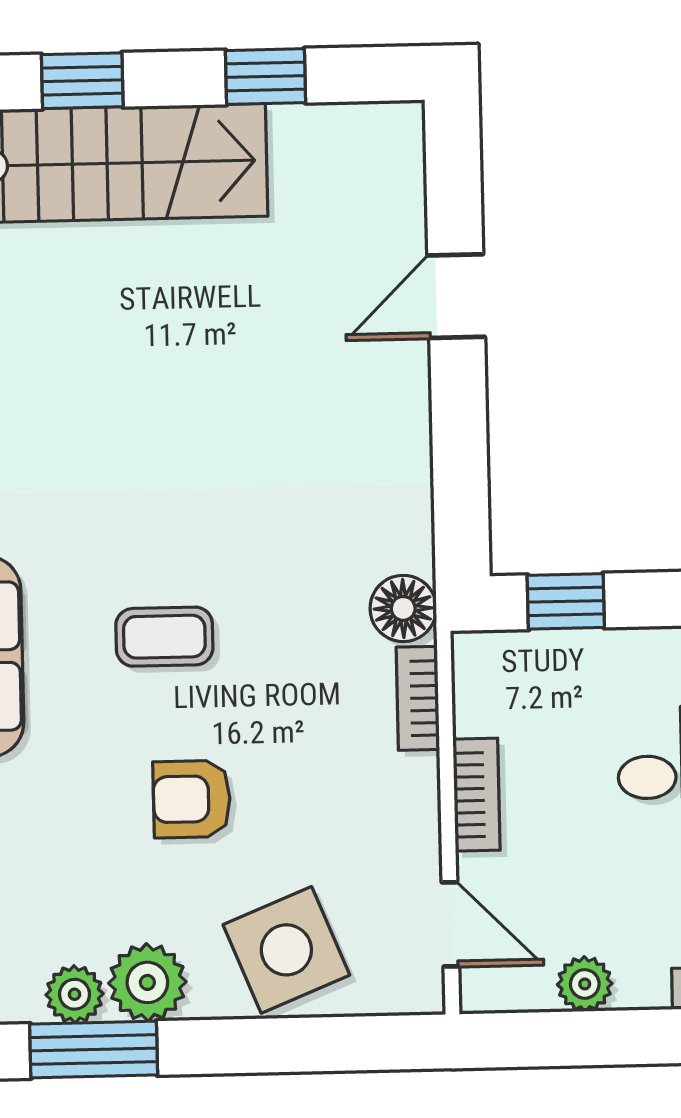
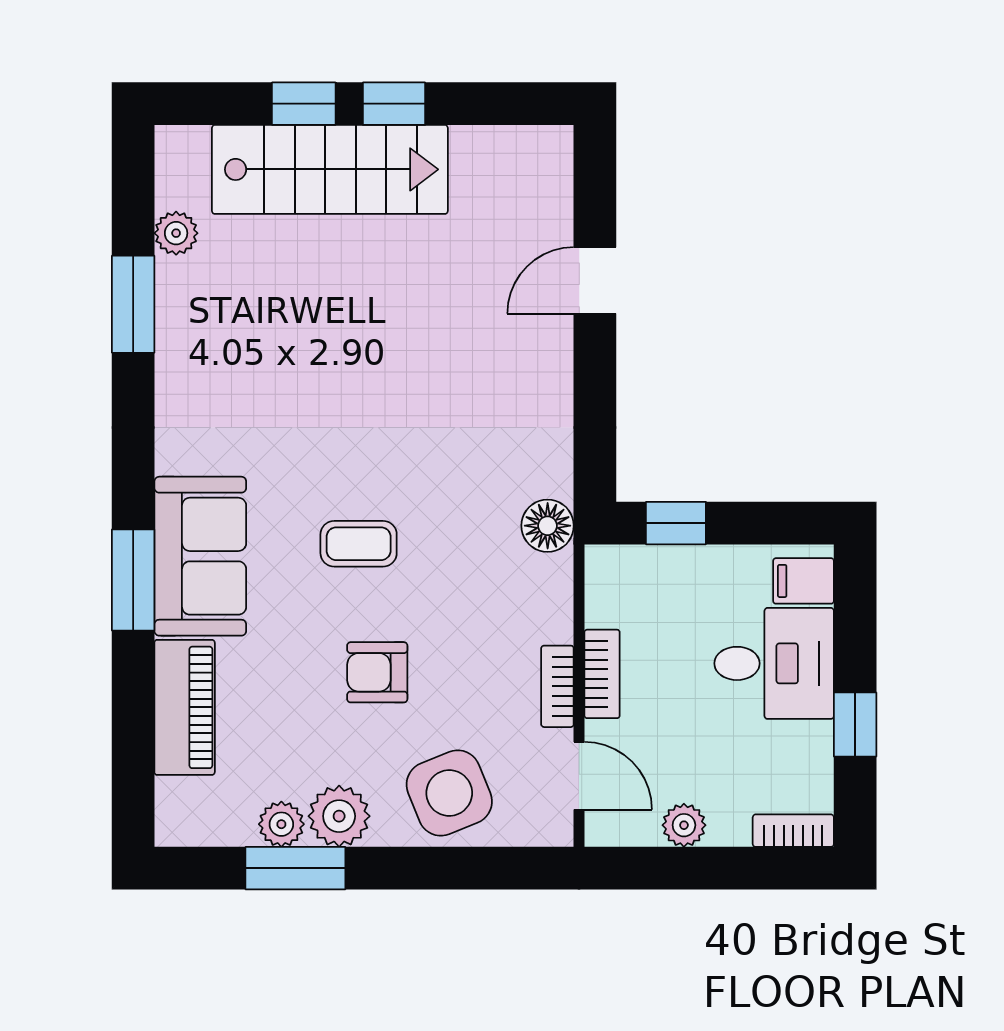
window: (266, 77) -> (394, 104), moved
bookcase: (418, 698) -> (557, 686), moved

